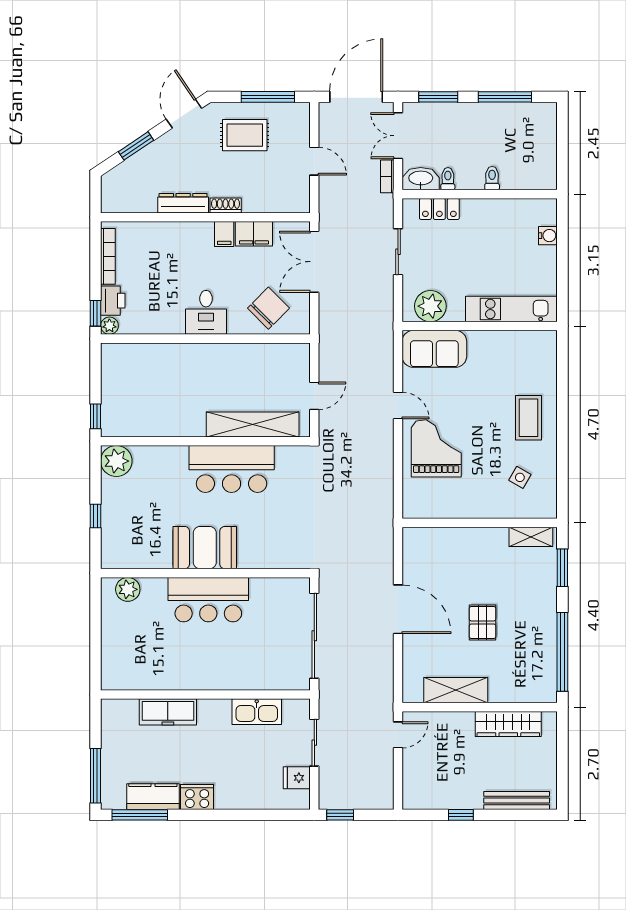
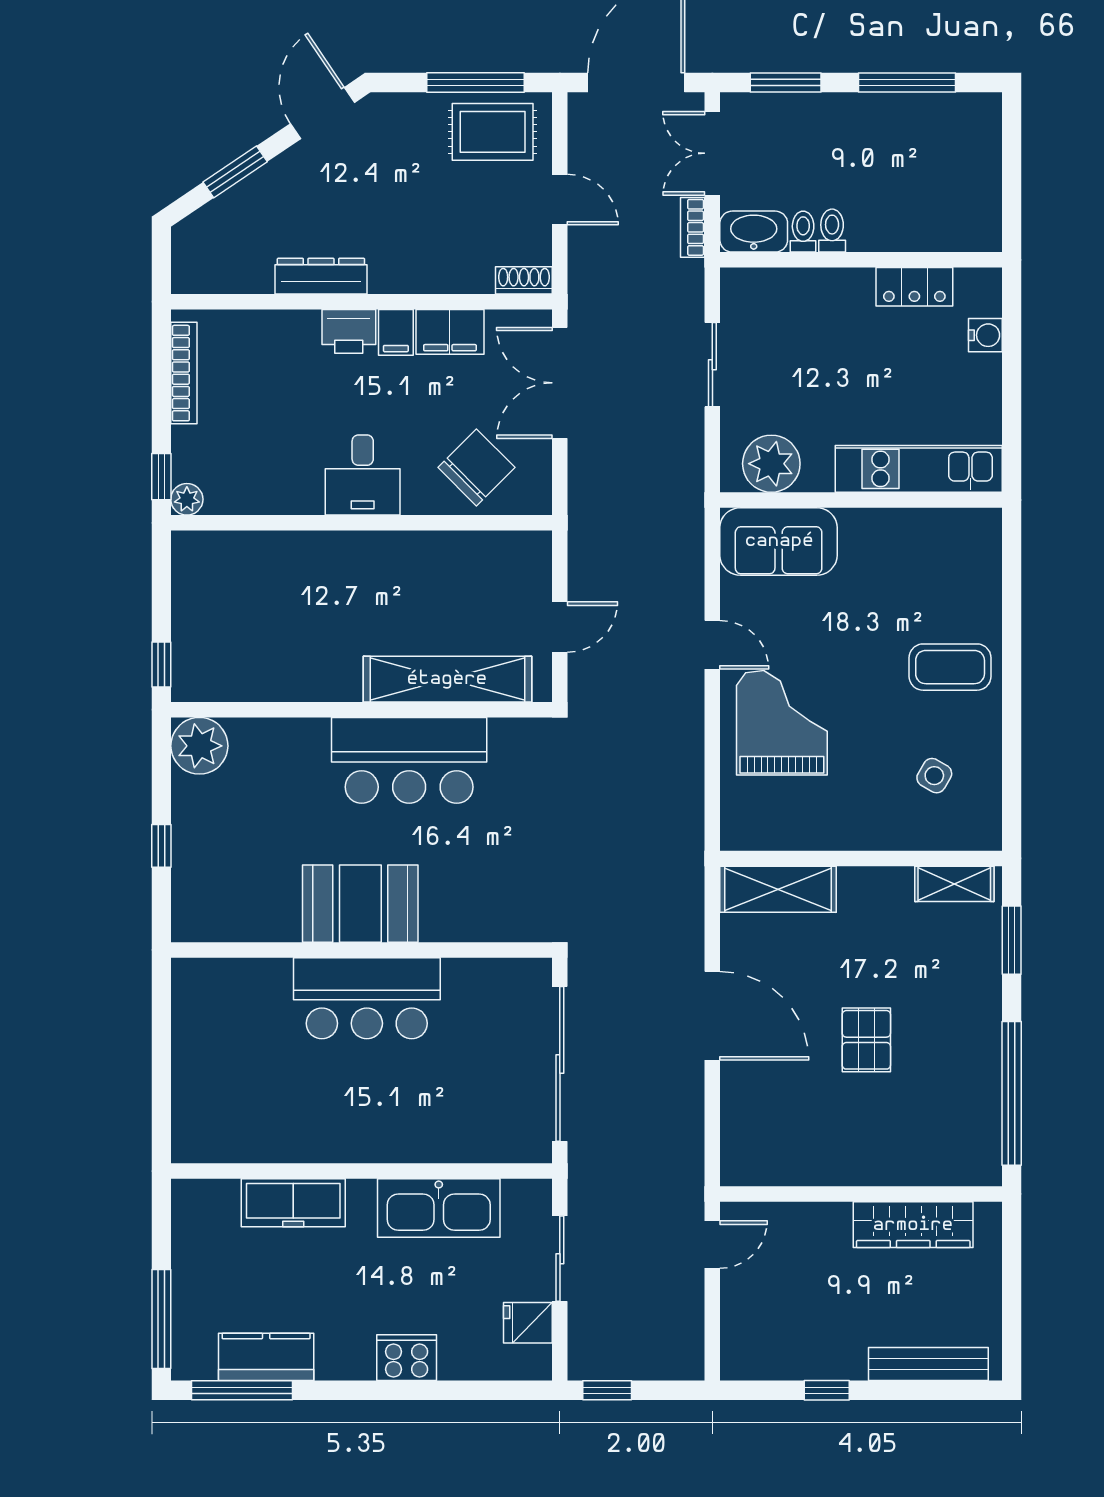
rug: (245, 135) -> (493, 132), moved
toilet: (492, 178) -> (832, 231), moved
shoe rack: (226, 205) -> (524, 280), moved
locker: (439, 209) -> (914, 287), moved
printer: (113, 301) -> (349, 331), moved, turned 90
coffee table: (529, 418) -> (950, 667), turned 90
plant: (128, 589) -> (220, 980), removed
shelving: (456, 690) -> (778, 889), moved
kitchen sink: (257, 712) -> (439, 1208), width x1.36, depth x1.24
cooker: (197, 797) -> (407, 1358), moved

